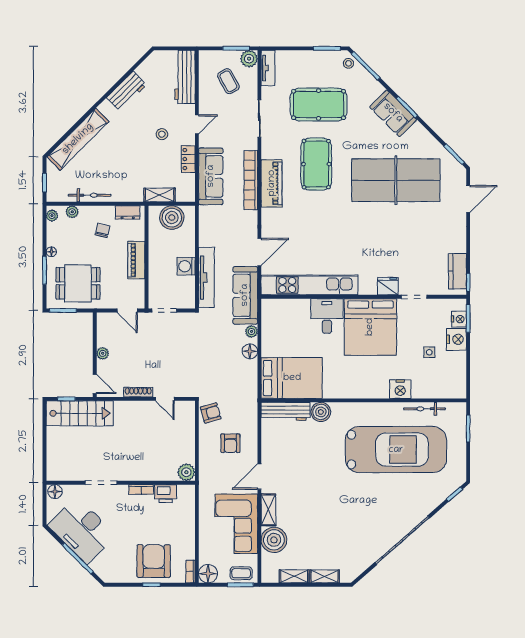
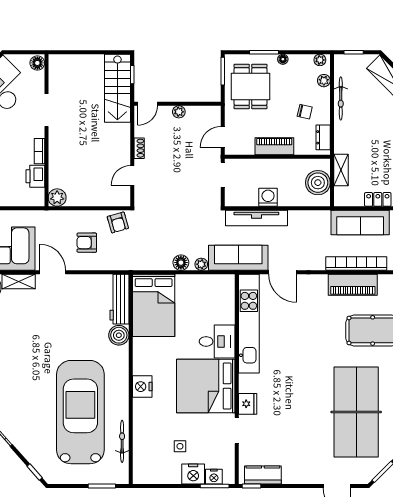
nightstand: (400, 389) -> (142, 387), moved
shoe rack: (138, 392) -> (139, 148), width x0.70
car: (396, 450) -> (80, 412), turned 180

